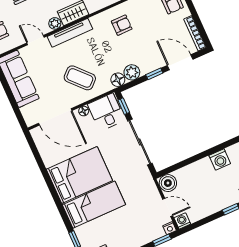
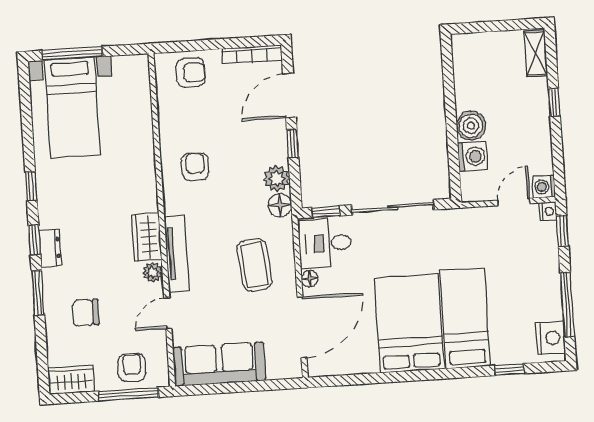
coffee table: (80, 78) -> (254, 265), turned -53
washing machine: (220, 159) -> (473, 156), moved
boiler: (168, 183) -> (471, 126), moved

